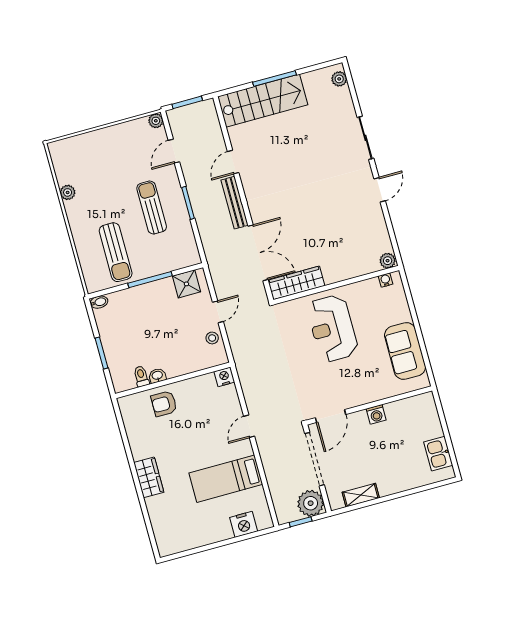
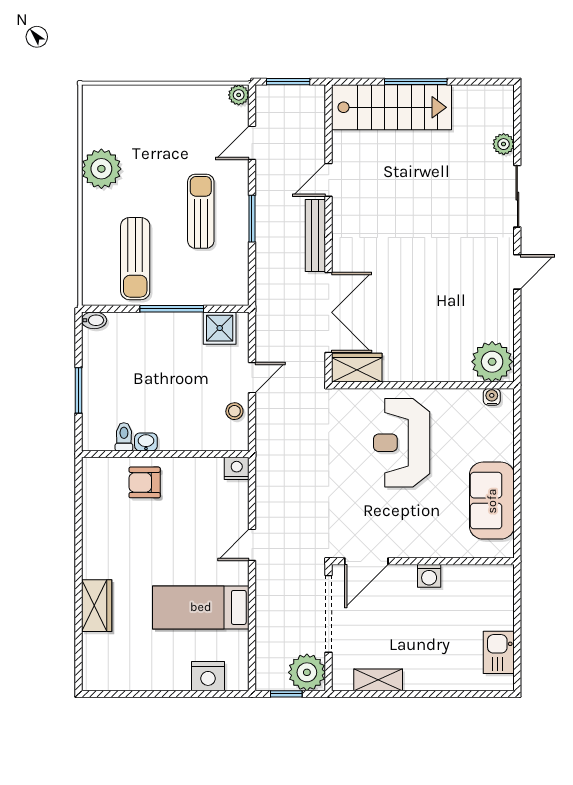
plant: (339, 79) -> (504, 144), moved
plant: (68, 192) -> (101, 169), width x1.88, depth x1.88
plant: (388, 261) -> (492, 362), width x1.88, depth x1.88
wardrobe: (296, 283) -> (357, 368), width x0.67
wardrobe: (149, 477) -> (97, 606), moved

